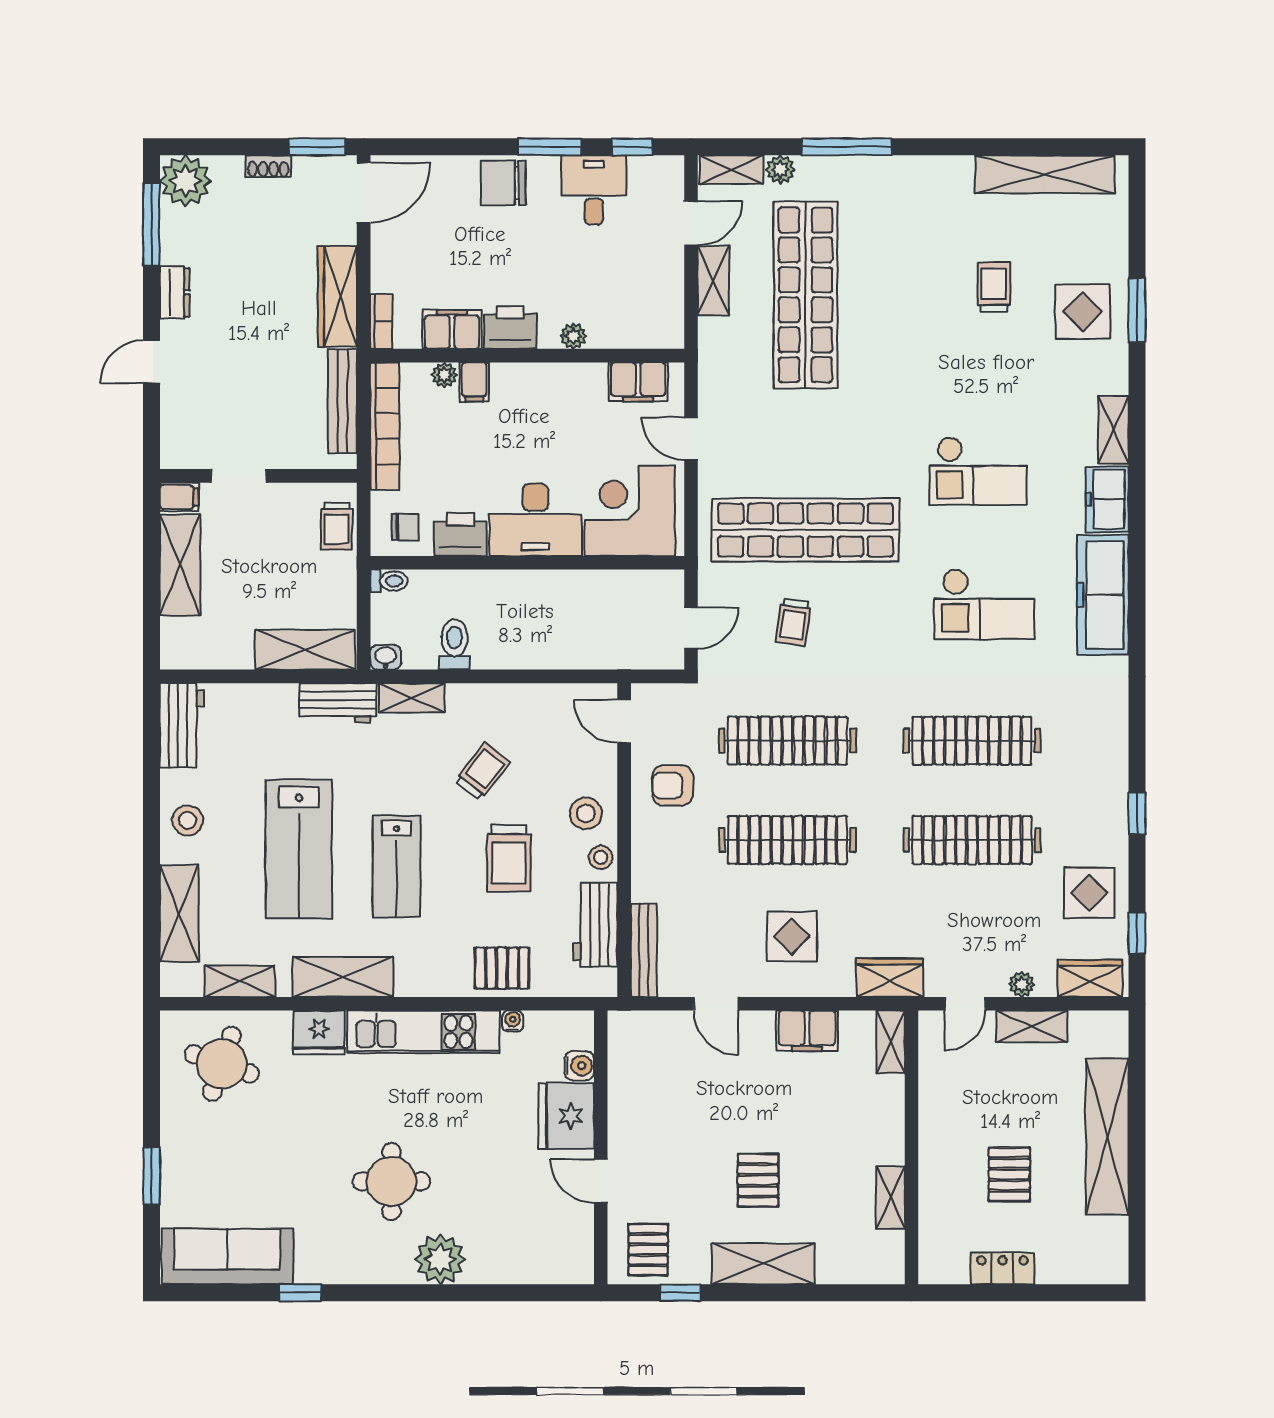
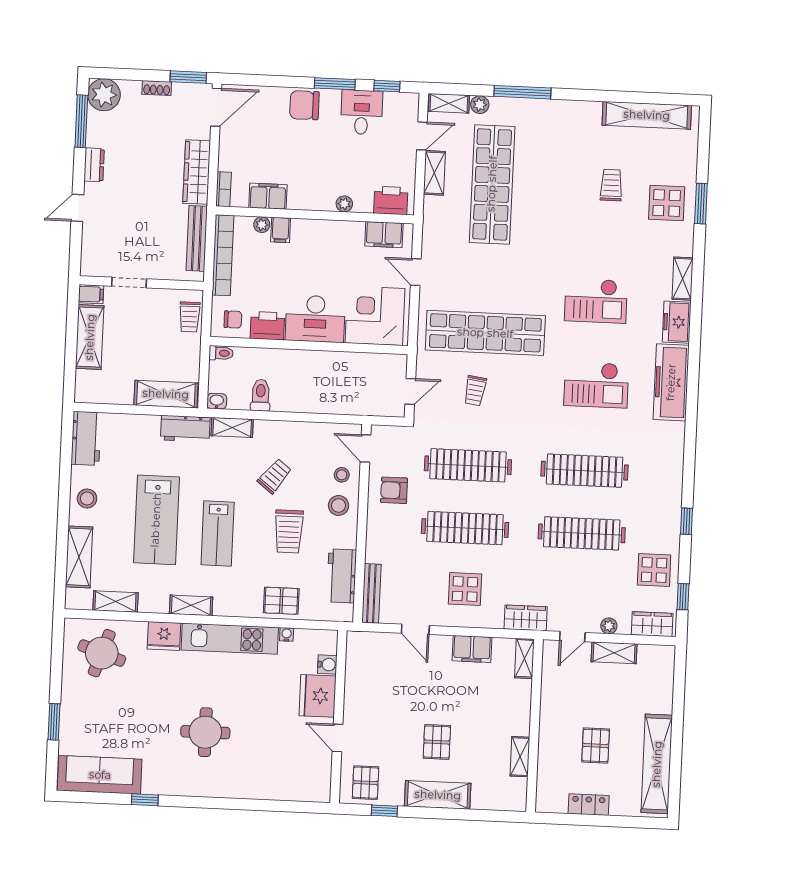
printer: (510, 327) -> (391, 200), moved
stool: (601, 857) -> (342, 475), moved
shelving: (343, 977) -> (191, 605), width x0.67, depth x0.75
shelving: (1107, 1137) -> (657, 764), moved
plant: (440, 1259) -> (234, 783), removed

